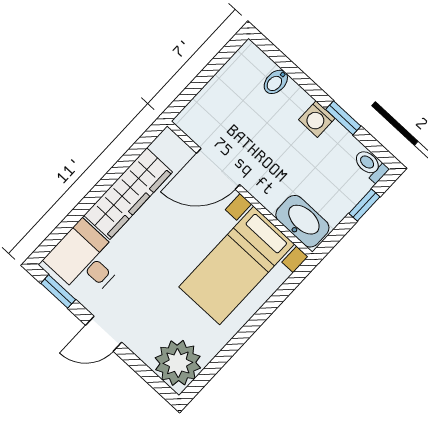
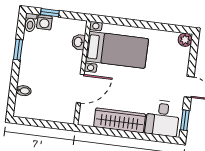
washing machine: (317, 119) -> (44, 22), moved, turned 90
door: (218, 169) -> (80, 89), hinge flipped
washbasin: (302, 221) -> (78, 42), width x0.52, depth x0.69
plant: (178, 363) -> (185, 40), width x0.53, depth x0.53

